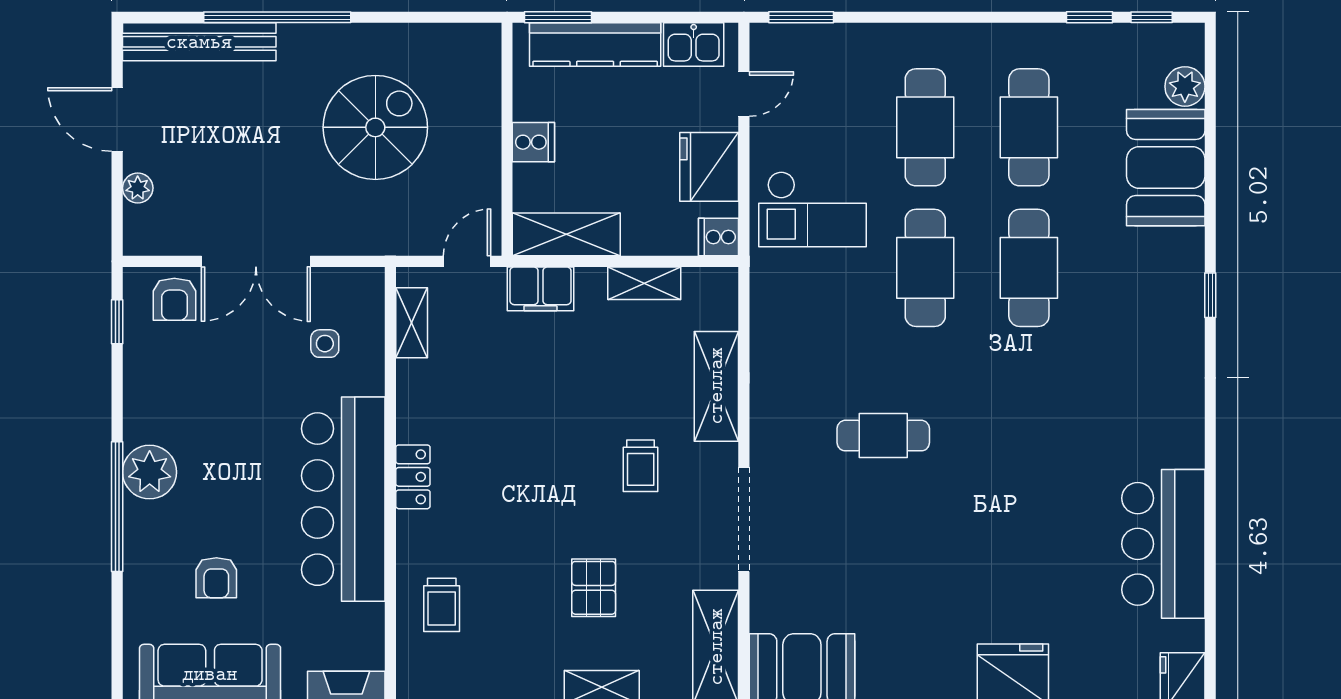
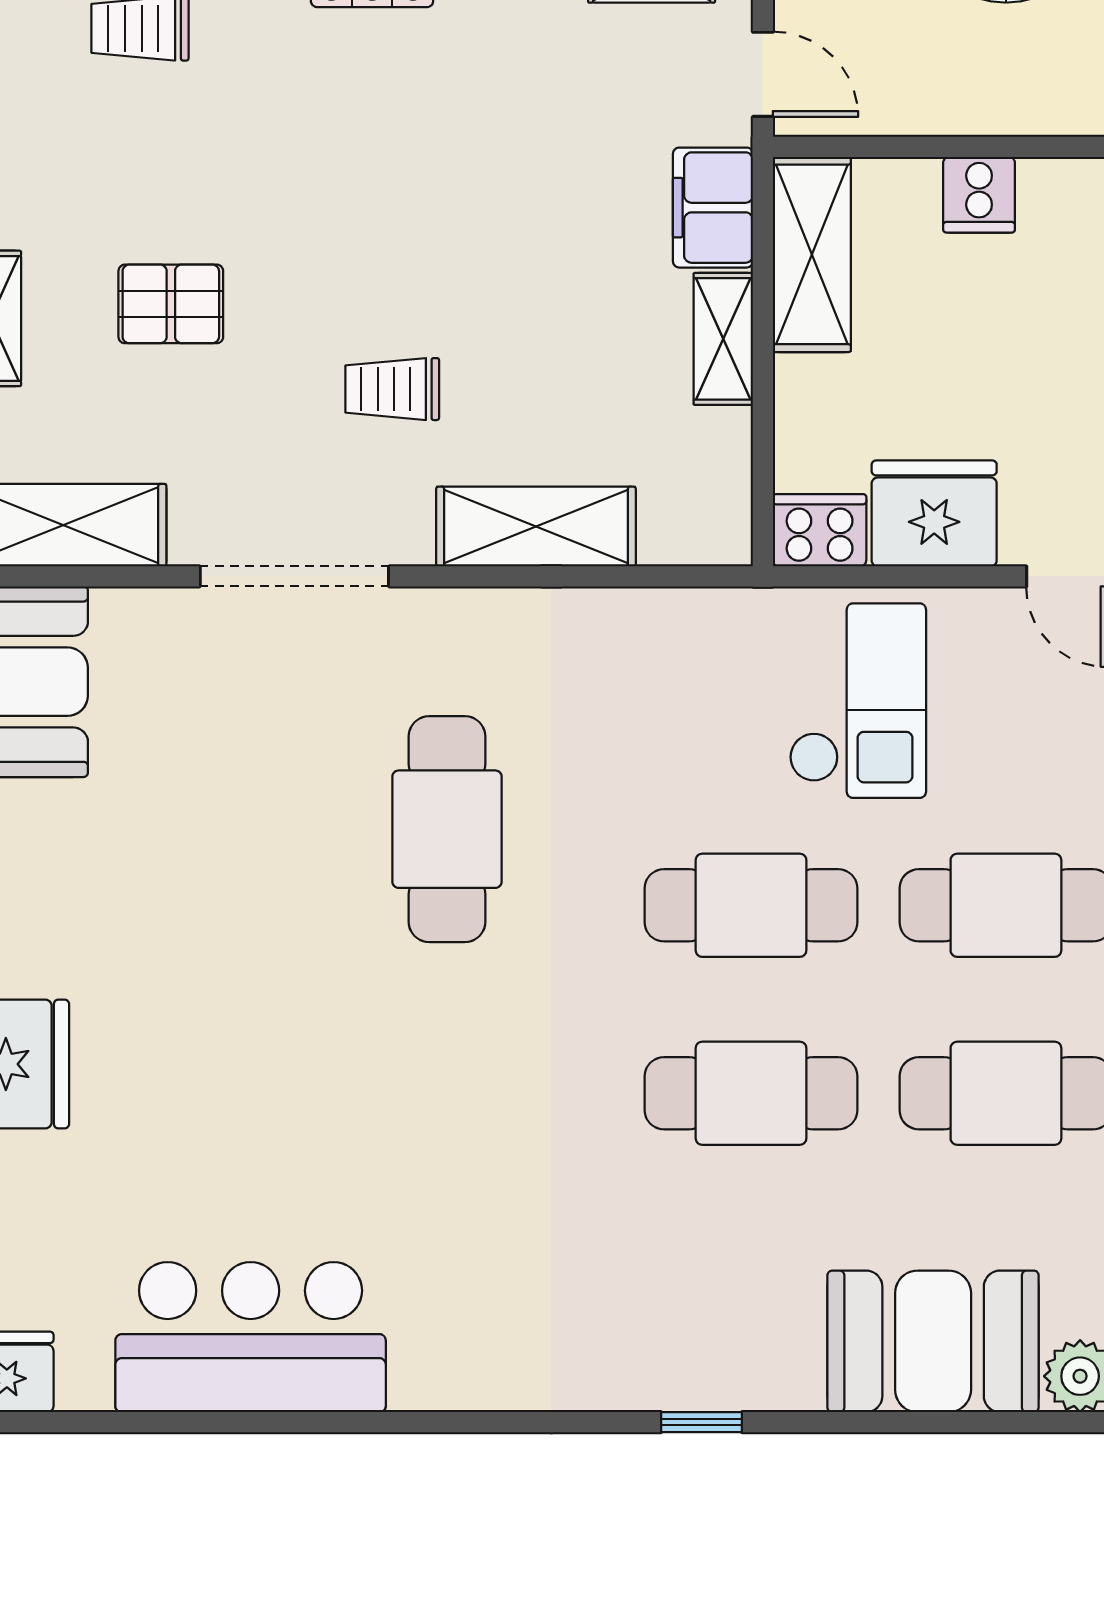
checkout: (812, 209) -> (858, 701), turned 180
cooker: (718, 237) -> (820, 530), width x1.36
shelving: (644, 283) -> (723, 339), moved
cafe table: (883, 436) -> (447, 829), width x1.37, depth x1.35

